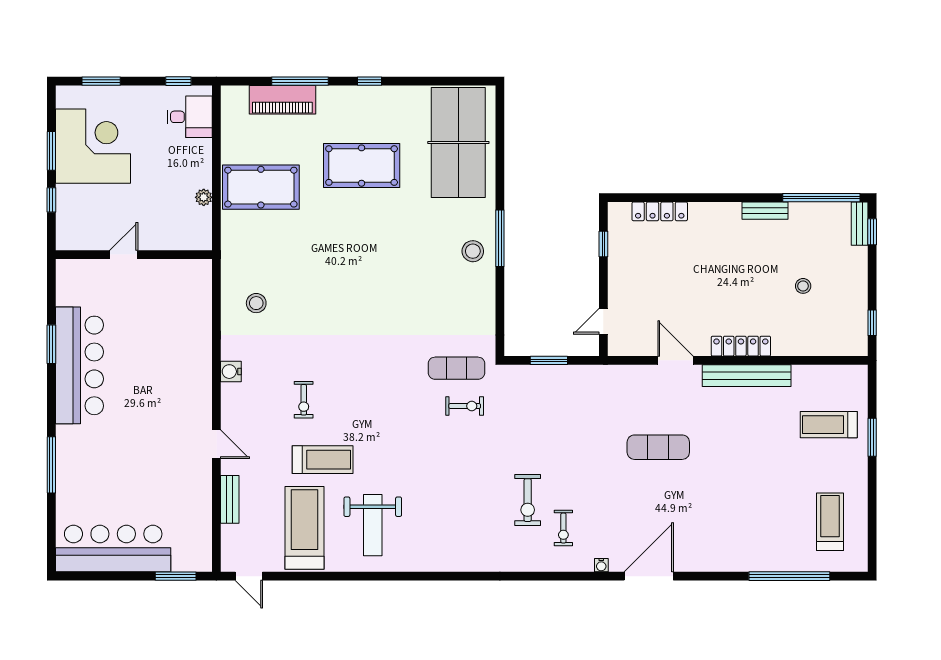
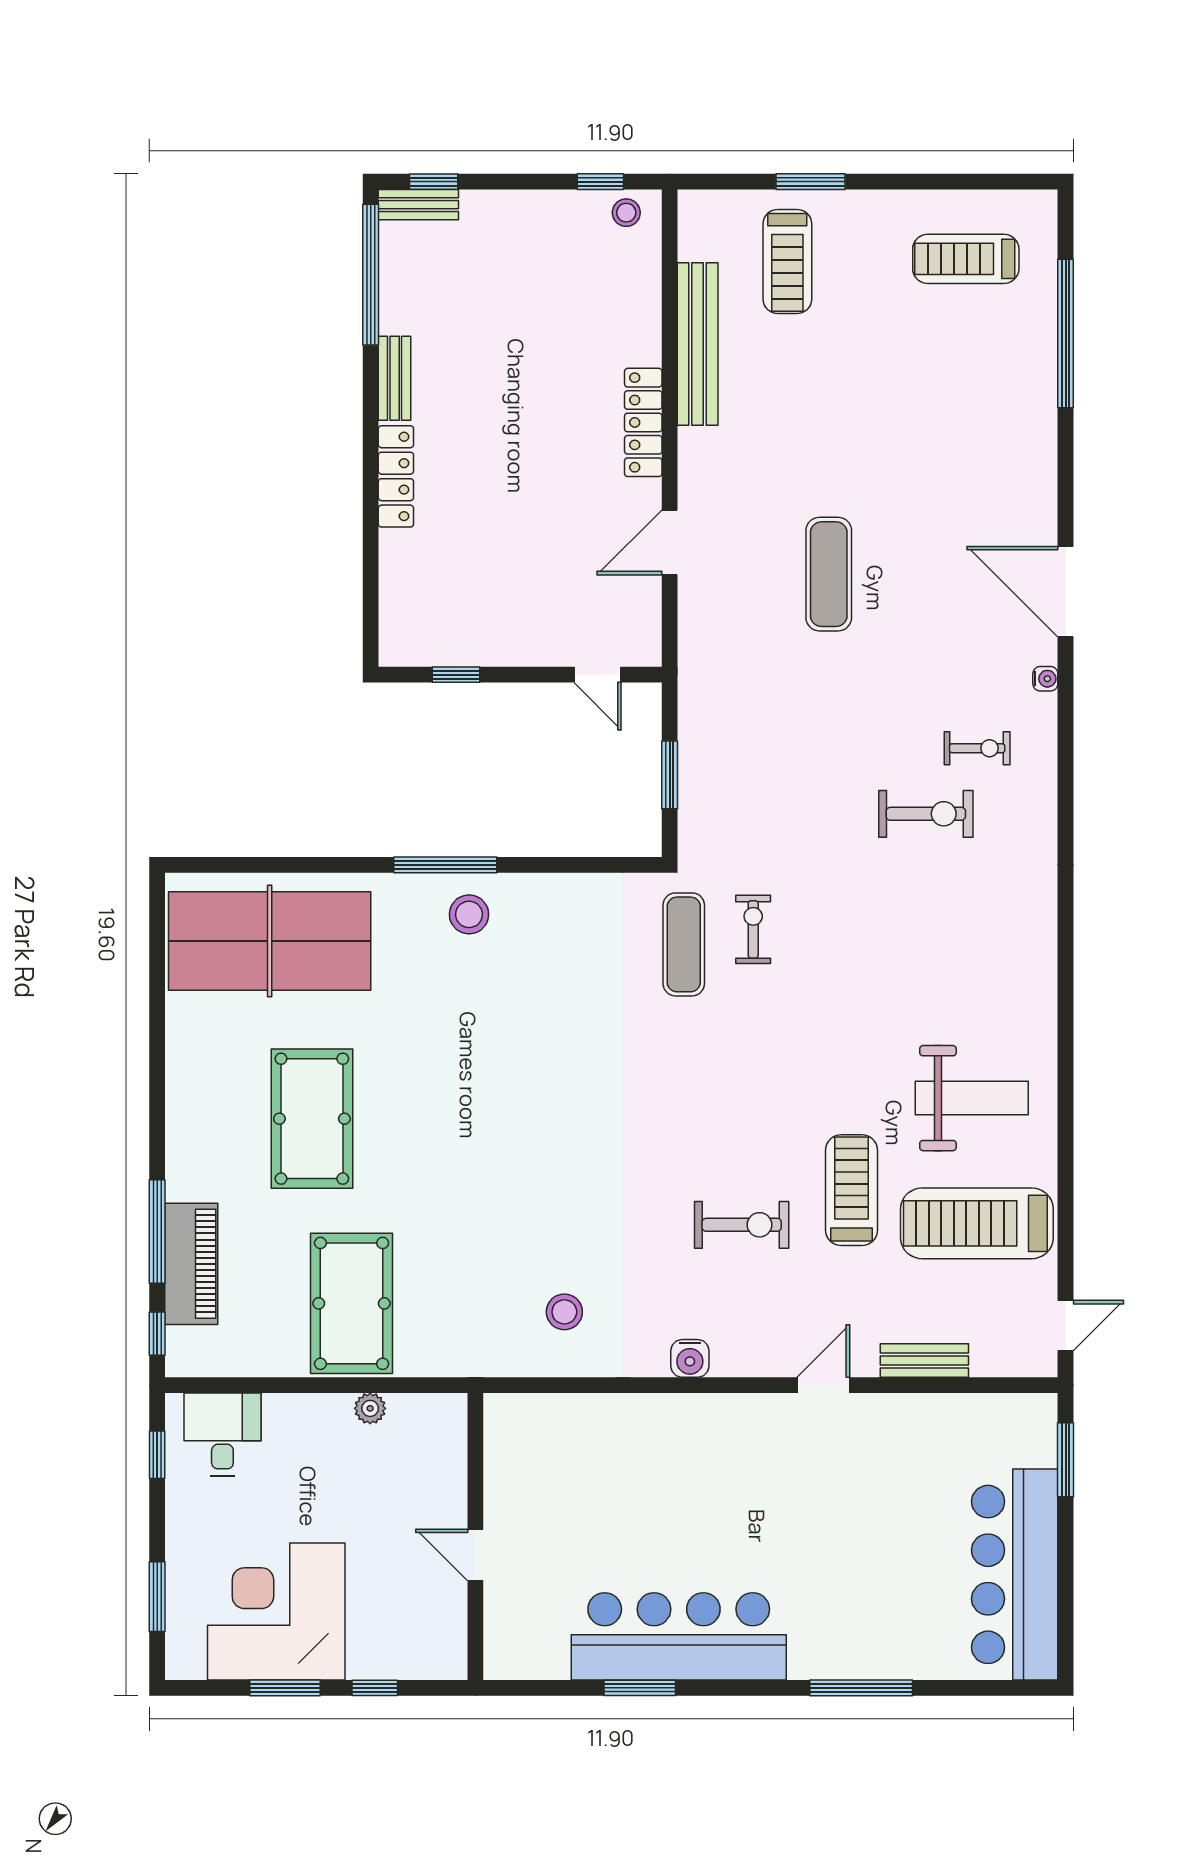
window: (369, 81) -> (157, 1334), moved
locker: (660, 211) -> (396, 476), moved
stool: (803, 286) -> (626, 213), moved
bench: (747, 376) -> (698, 344), moved
exercise bike: (304, 400) -> (742, 1225), width x1.38, depth x1.39

